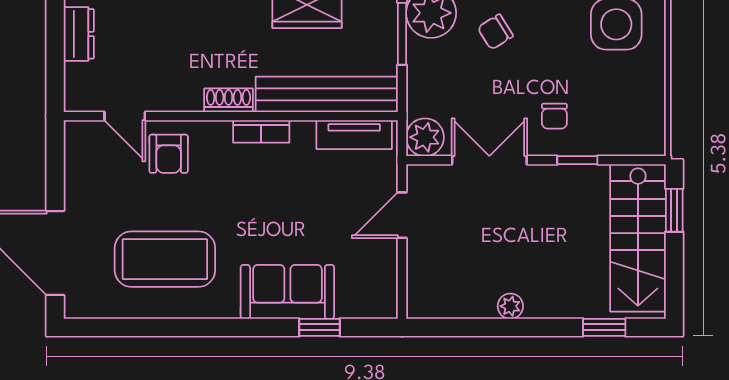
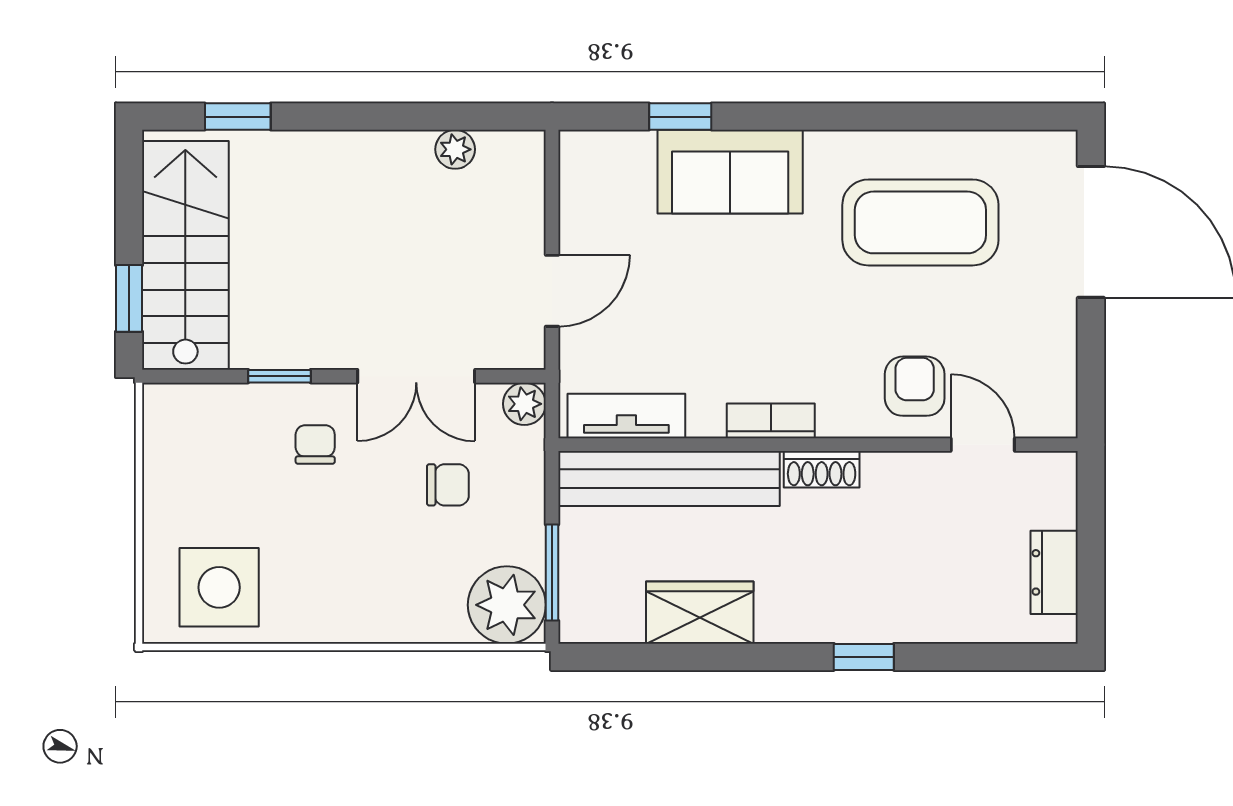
chair: (495, 32) -> (448, 485), moved, turned 32
plant: (425, 137) -> (524, 404), width x0.73, depth x0.73
plant: (510, 306) -> (455, 149), moved

